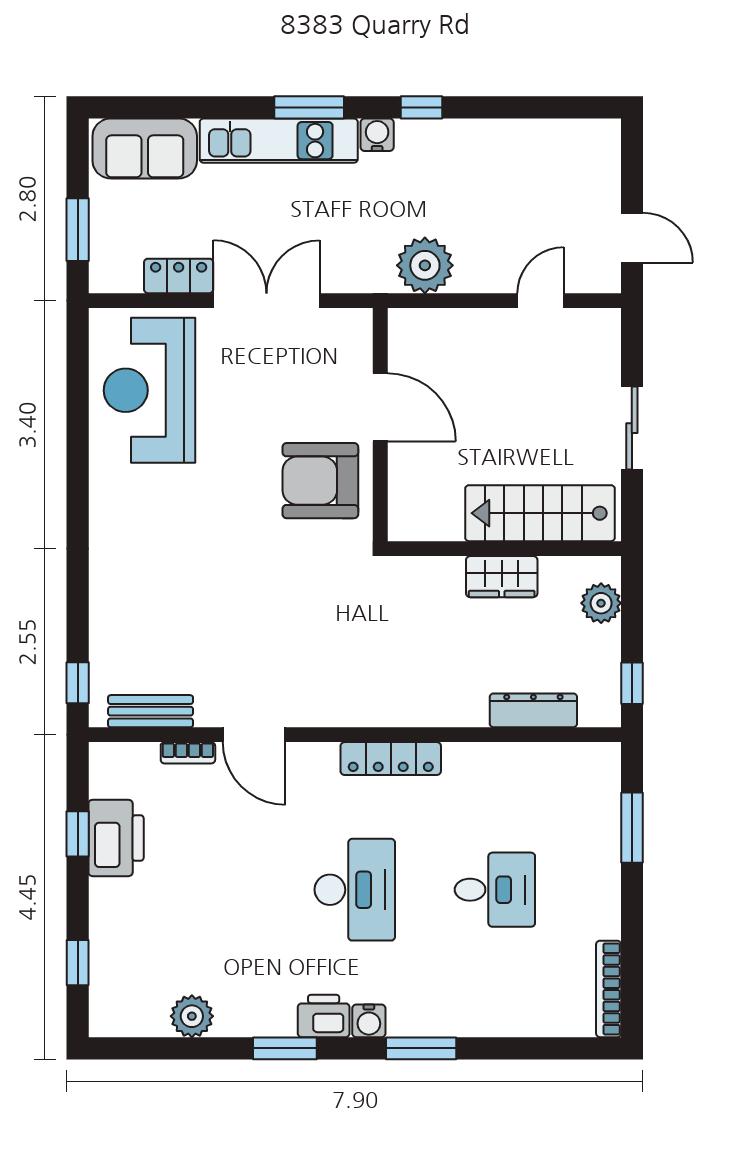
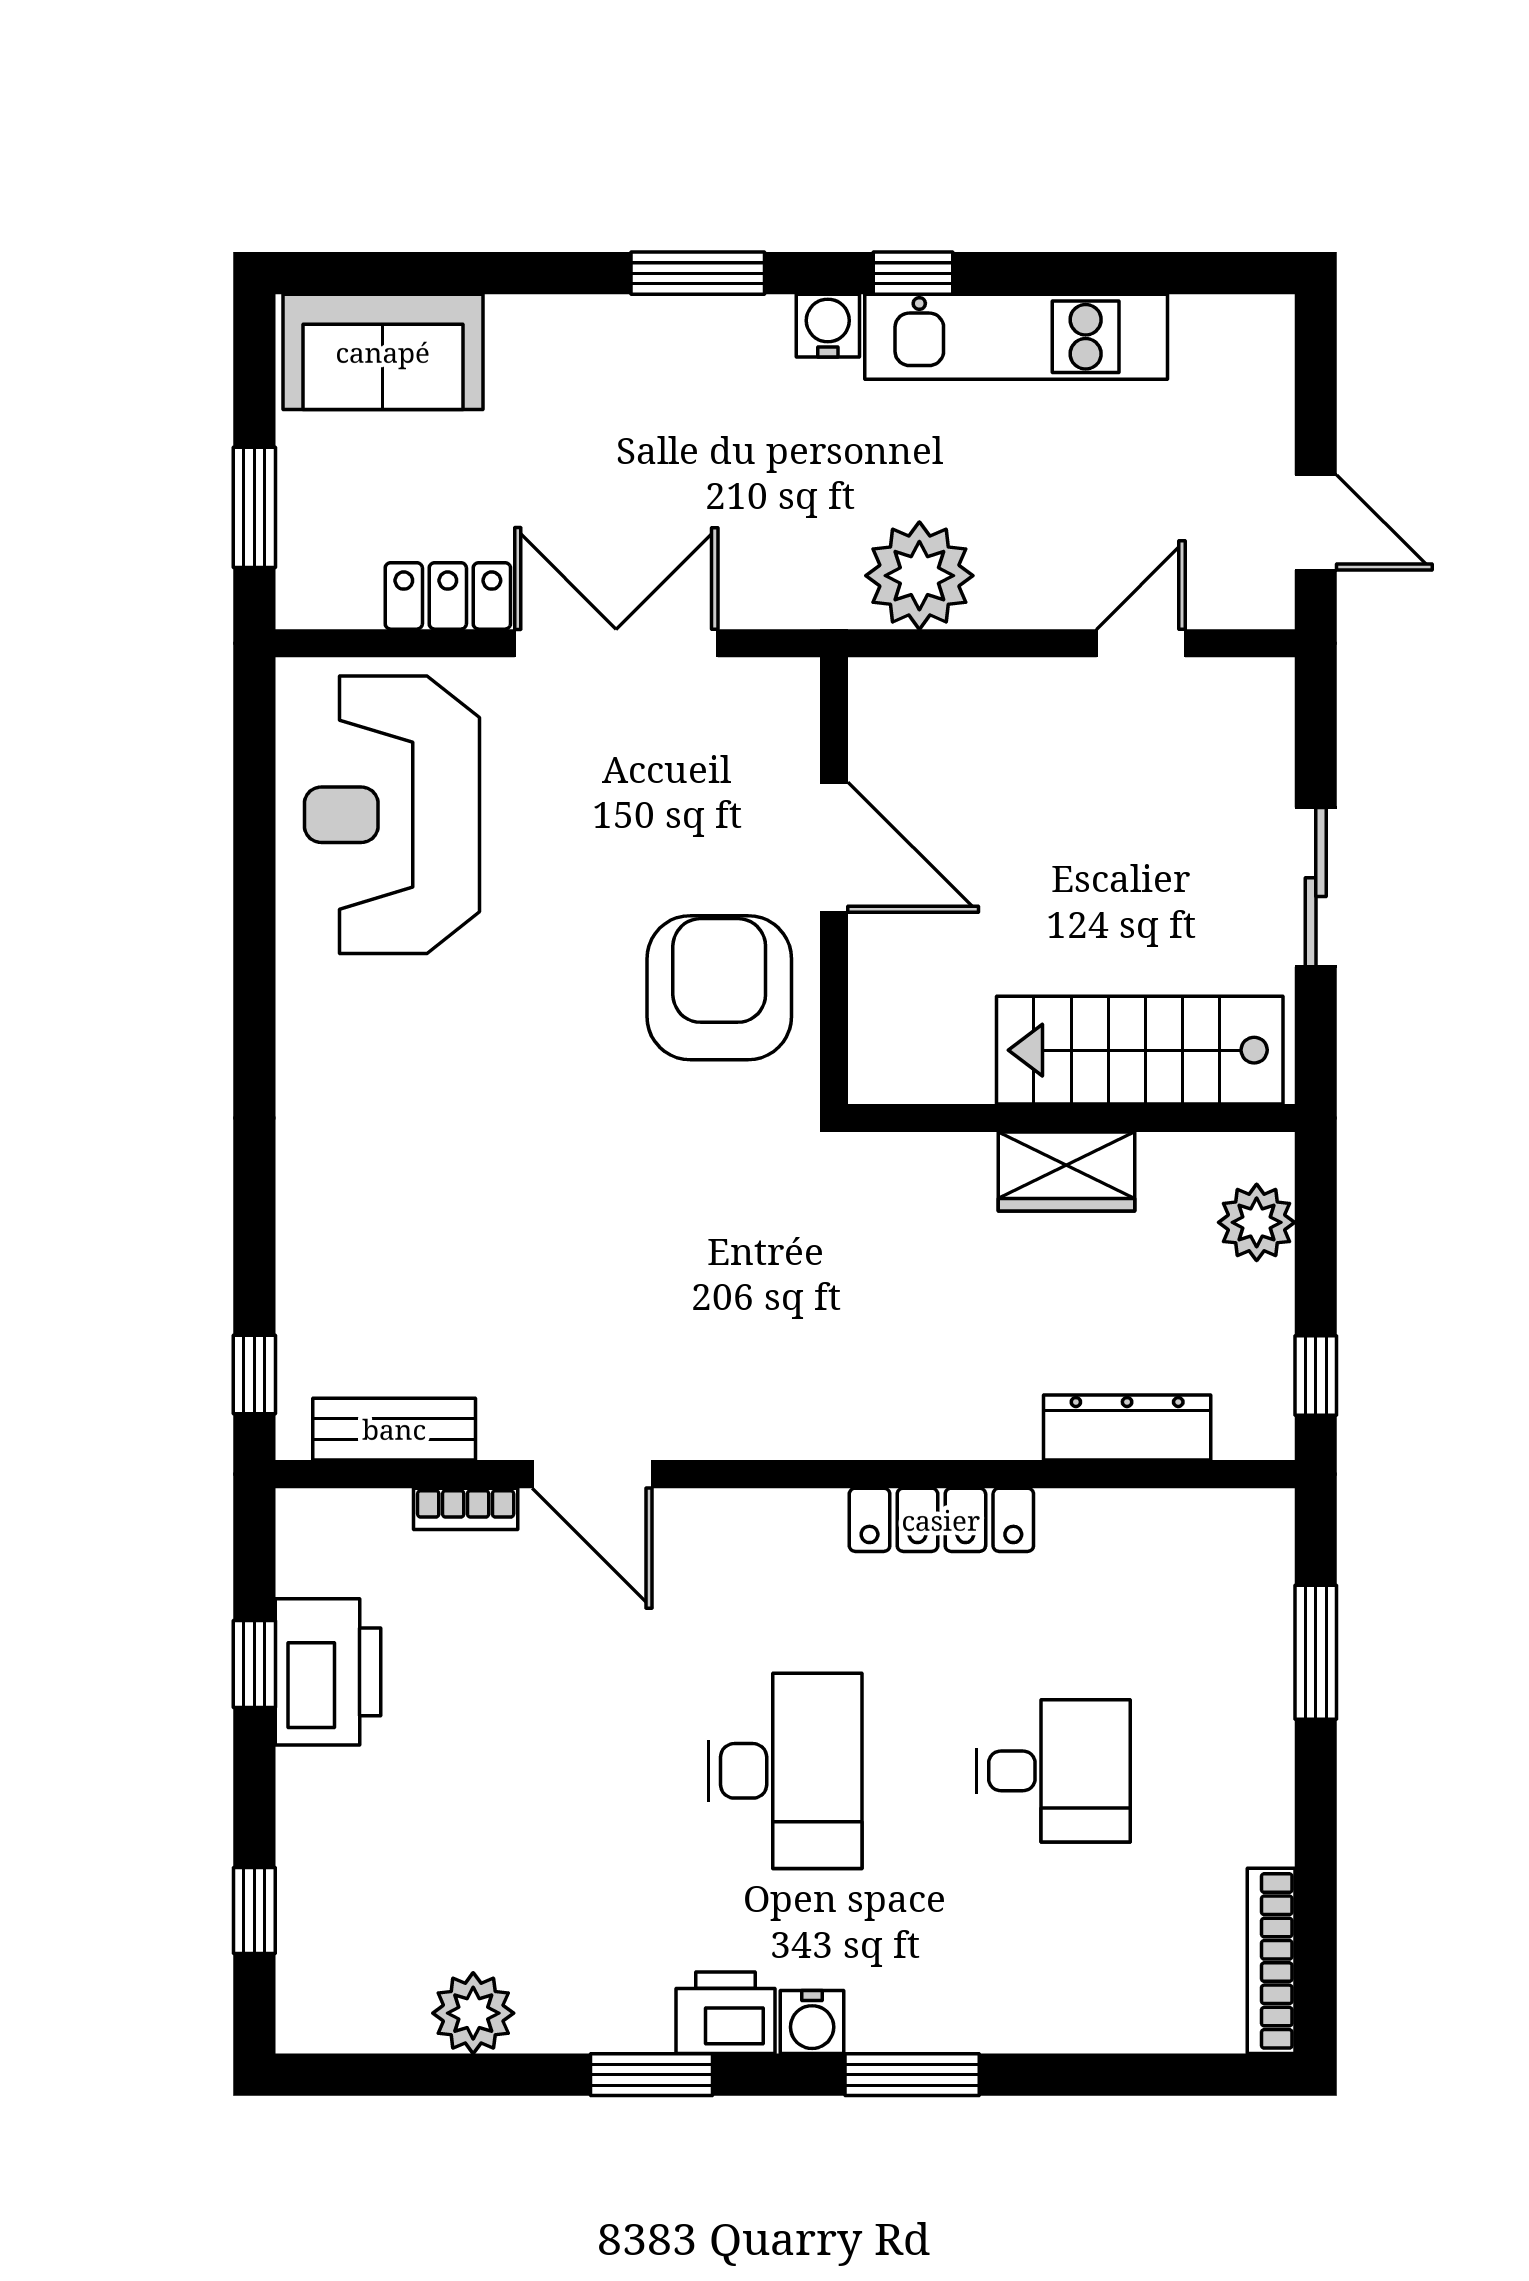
kitchen unit: (279, 141) -> (1016, 337), moved
armchair: (320, 481) -> (719, 988), turned 90
locker: (391, 759) -> (941, 1520), moved

